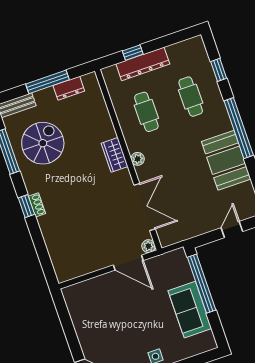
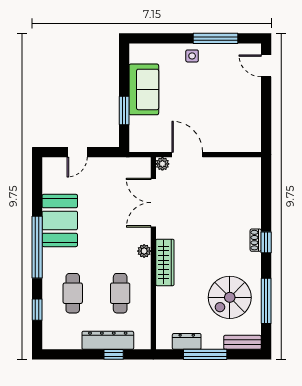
wardrobe: (115, 155) -> (165, 262), width x1.50
window: (202, 284) -> (124, 110), width x0.47

